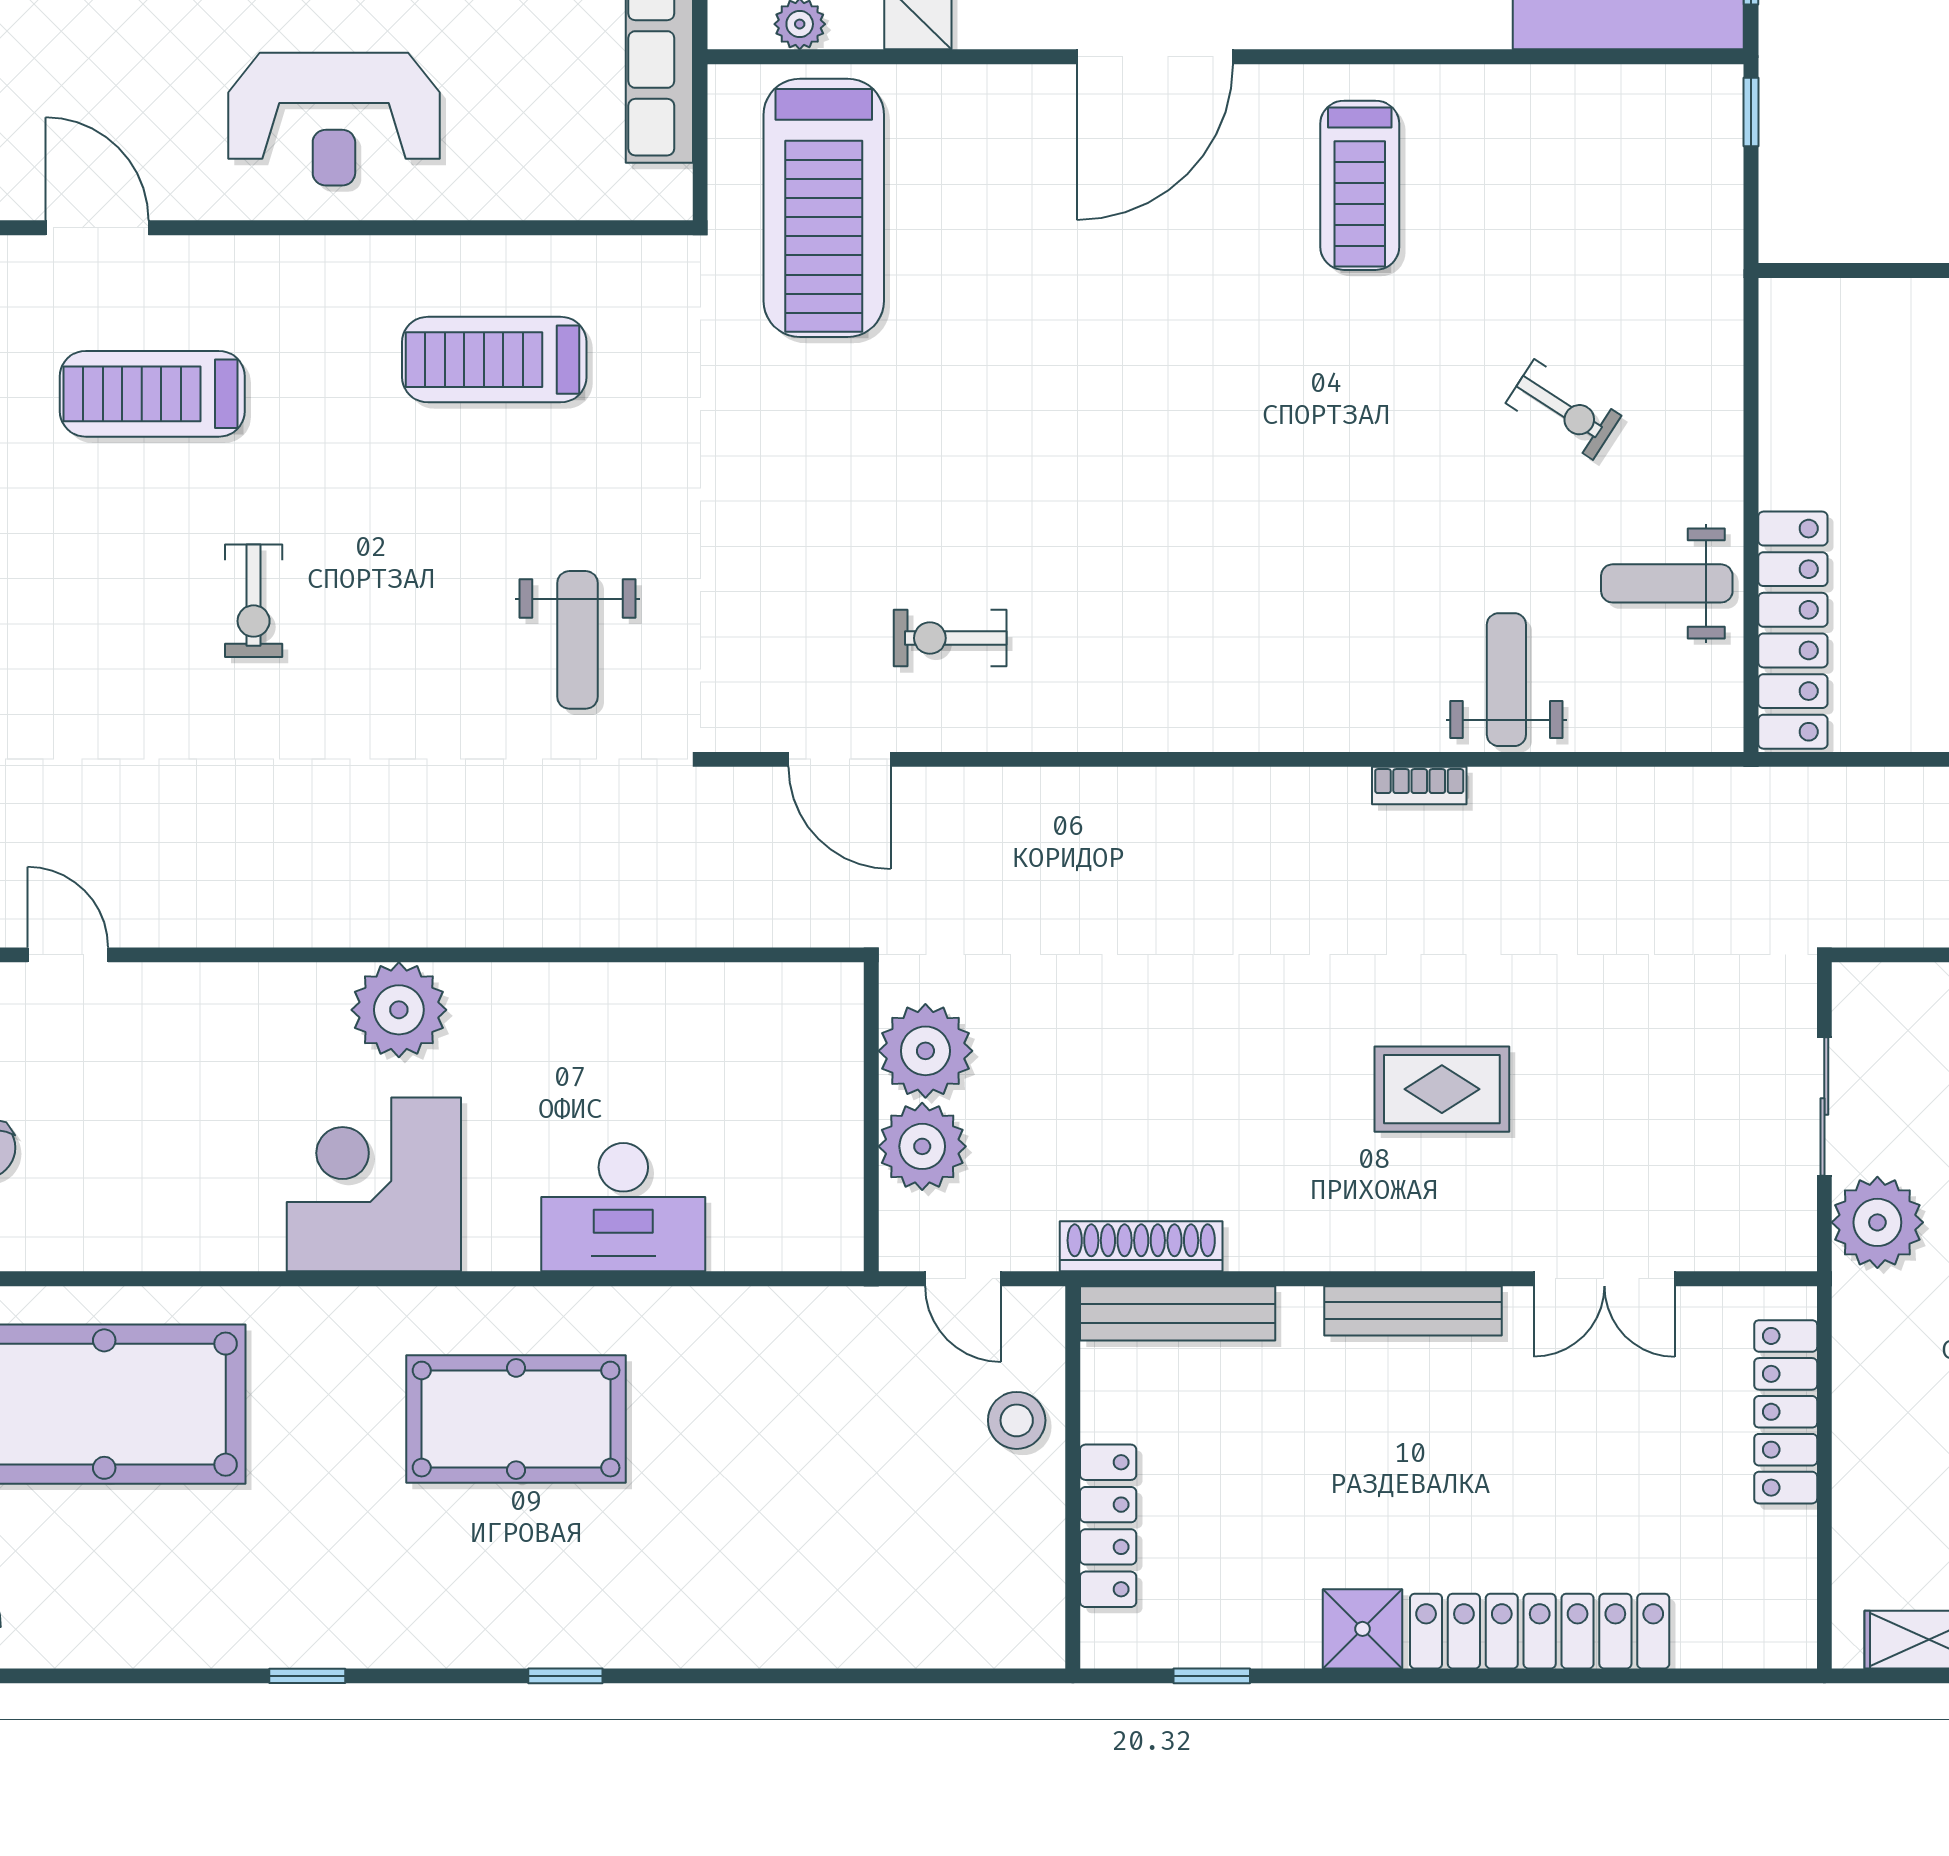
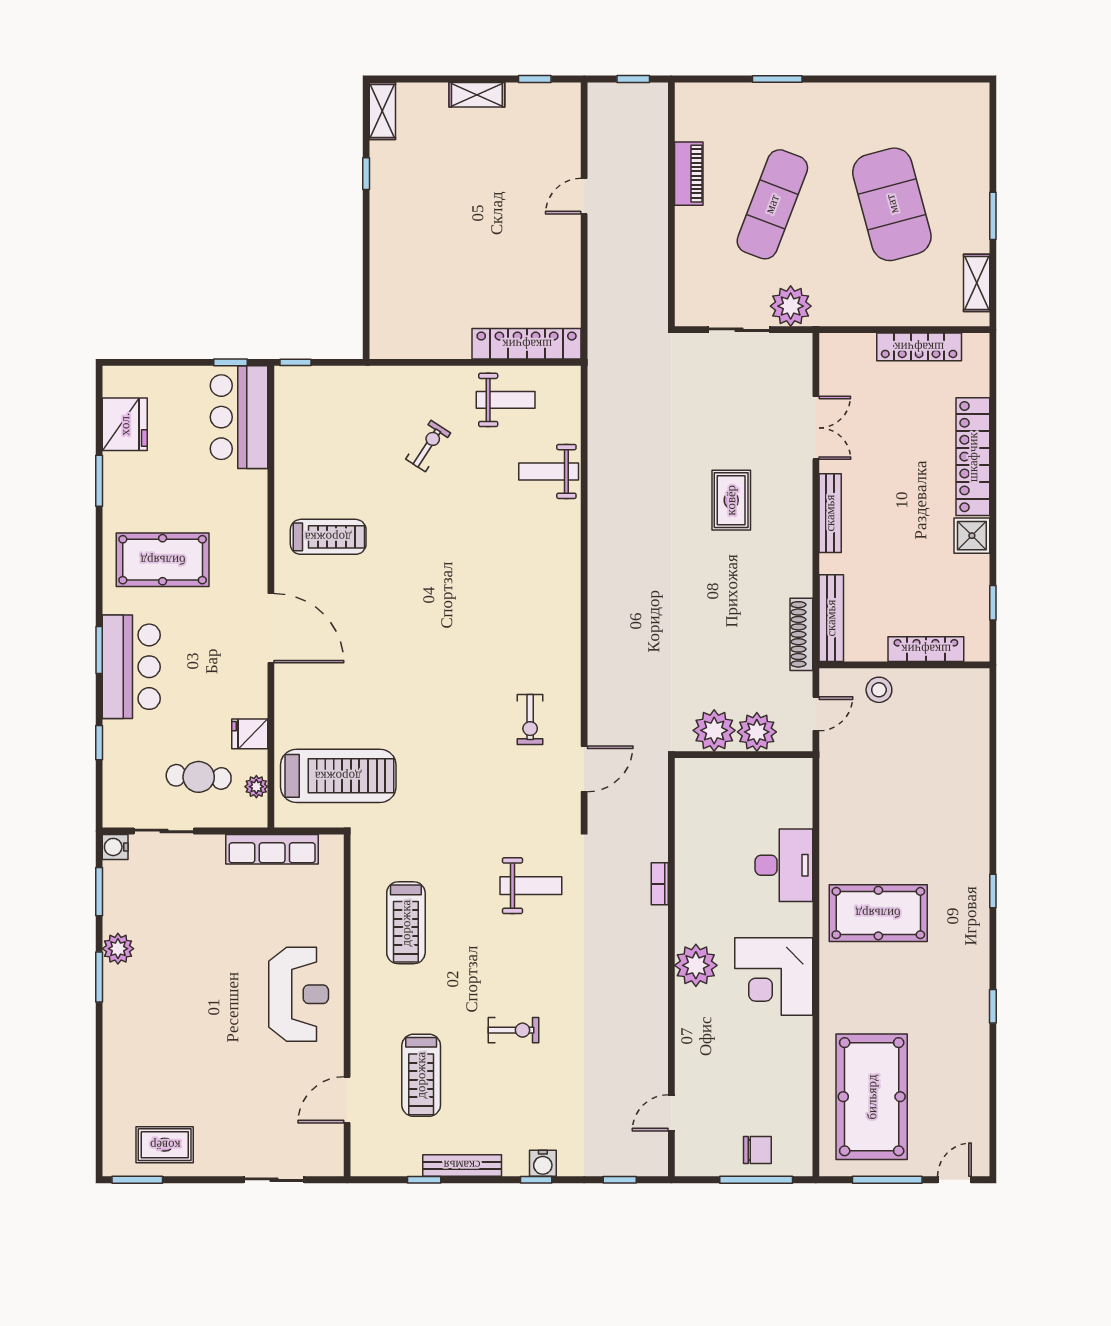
weight bench: (1667, 583) -> (506, 400), turned -90
bookcase: (1419, 786) -> (660, 884), moved, turned 180
locker: (1786, 1412) -> (919, 347), moved
pool table: (516, 1419) -> (878, 913), turned 90

